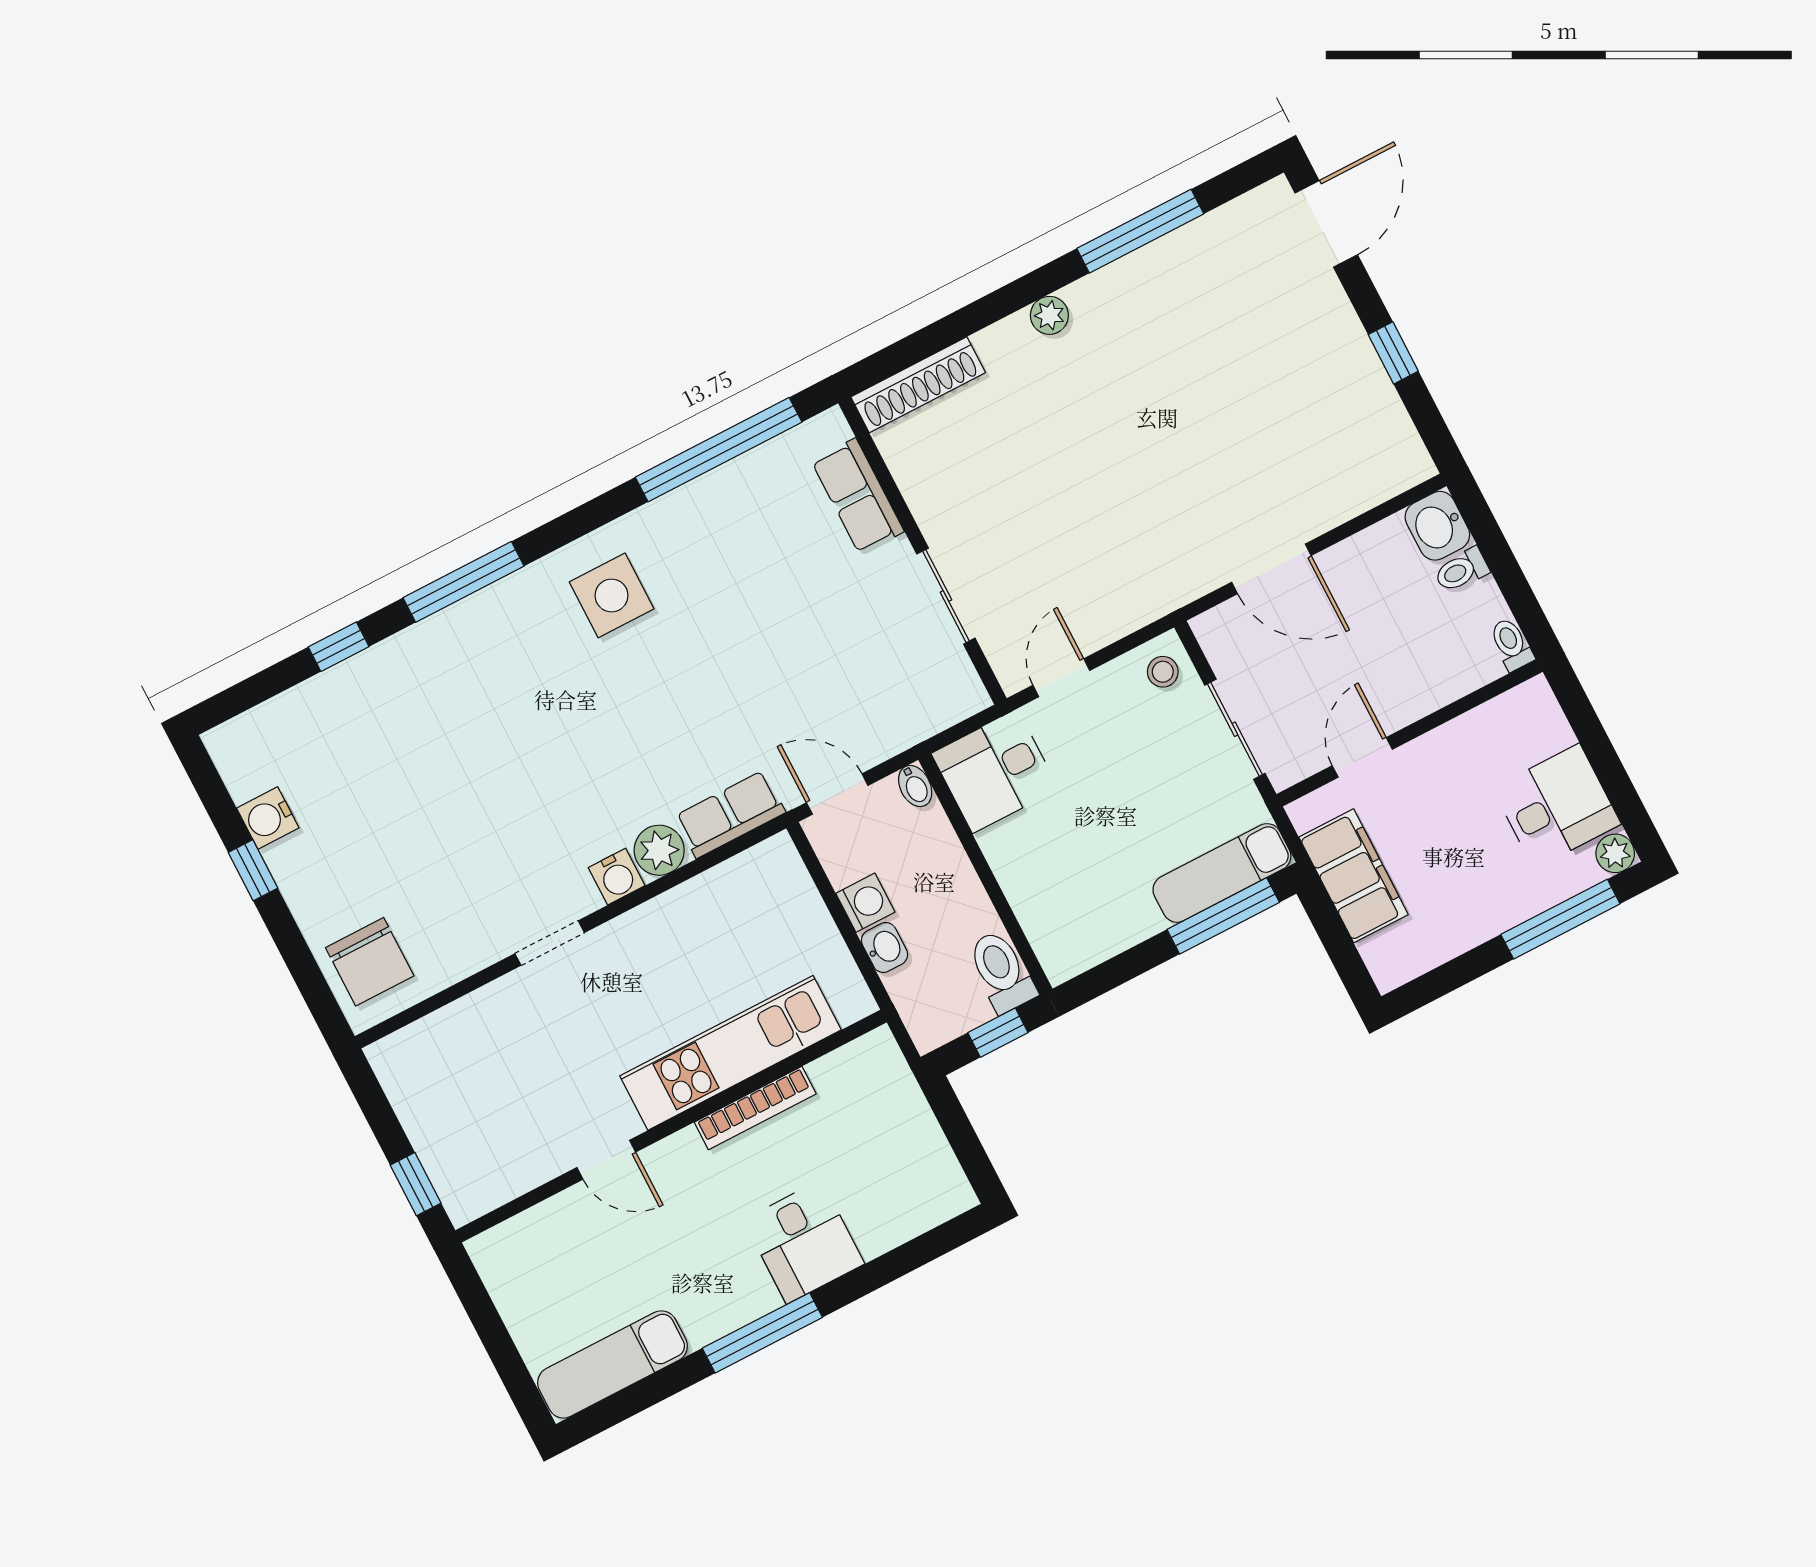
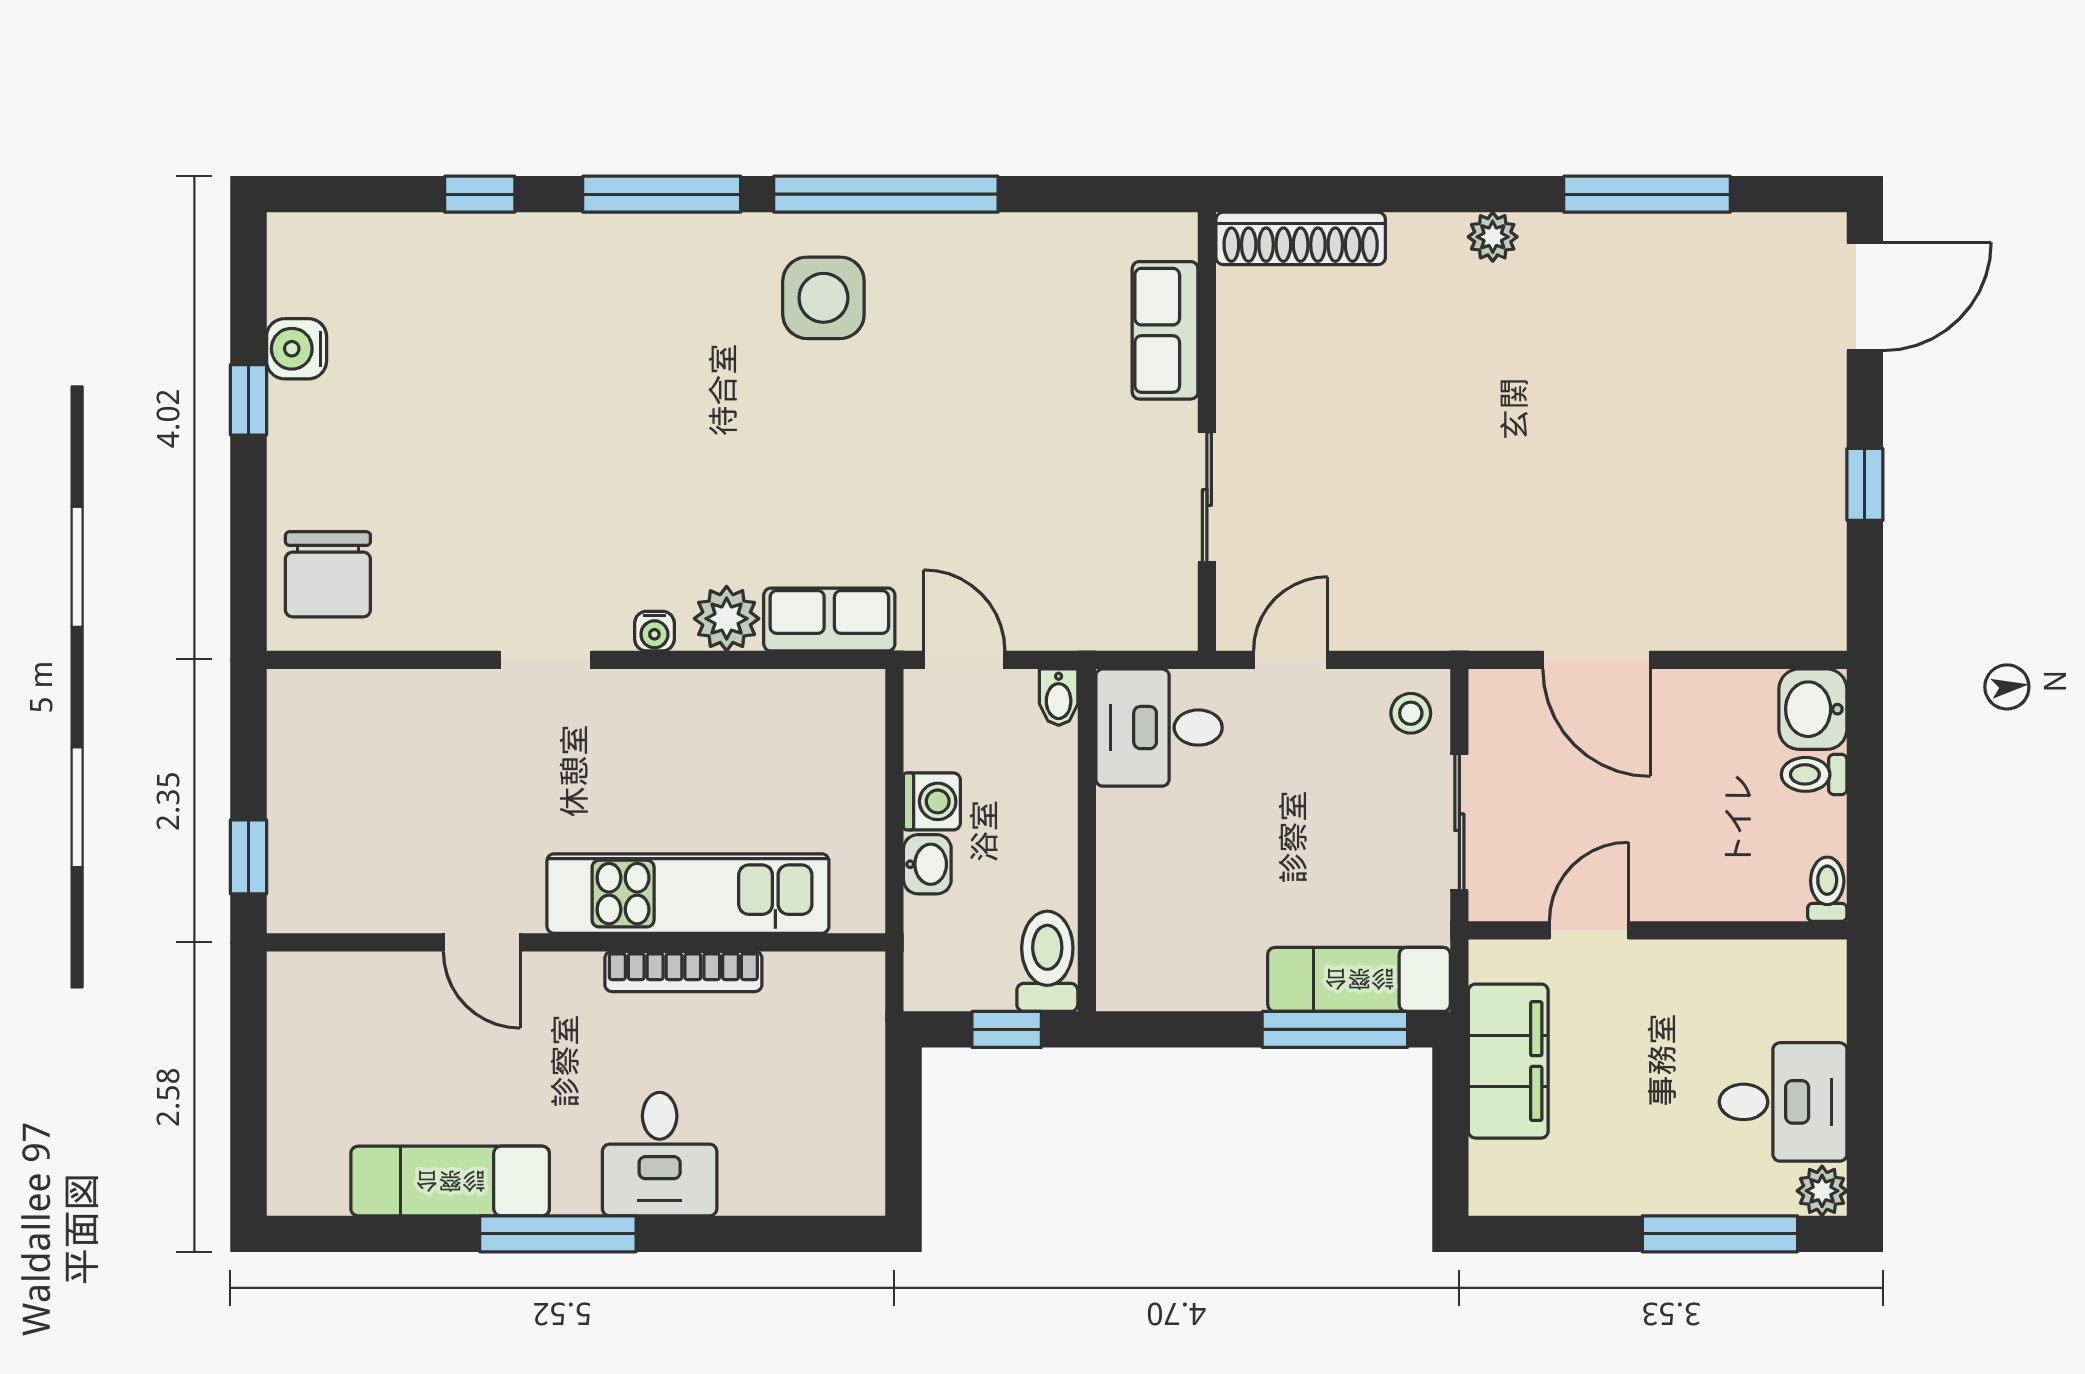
window: (719, 450) -> (886, 194), moved
water cooler: (617, 877) -> (654, 631), width x0.72, depth x0.72
exam couch: (613, 1364) -> (450, 1181), moved

